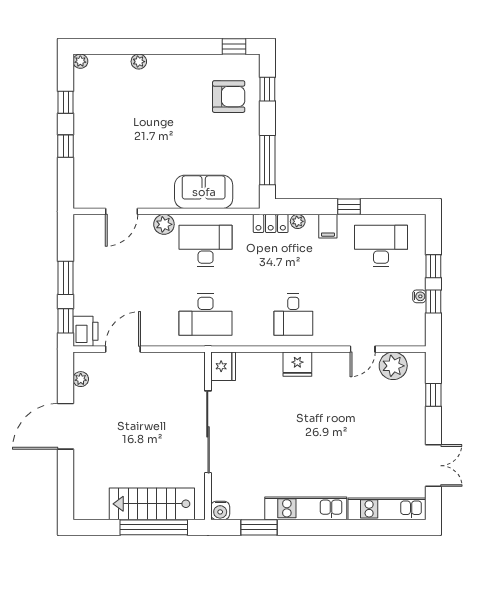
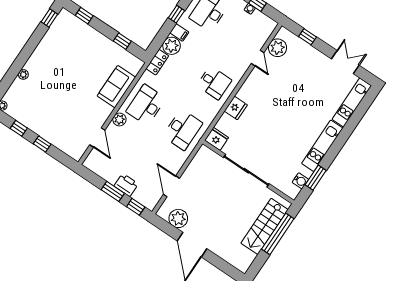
armchair: (229, 97) -> (74, 39), removed
window: (267, 160) -> (122, 41), width x0.46
plant: (298, 221) -> (172, 46), width x1.87, depth x1.87
printer: (85, 331) -> (126, 185), moved
fridge: (297, 364) -> (236, 108), moved
plant: (81, 379) -> (178, 218), width x1.88, depth x1.88
water cooler: (220, 510) -> (300, 181), moved

